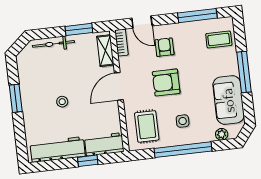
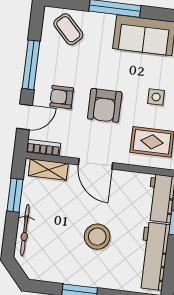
window: (197, 16) -> (31, 65), moved
coffee table: (219, 40) -> (68, 29), turned -44
stool: (62, 102) -> (97, 237), width x1.89, depth x1.89

